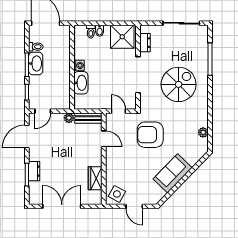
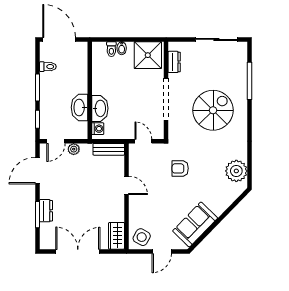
washbasin: (36, 63) -> (80, 107), moved, turned 180
washing machine: (79, 65) -> (98, 129), moved
plant: (69, 118) -> (74, 149), moved
plant: (203, 132) -> (236, 171), width x1.87, depth x1.87
armchair: (150, 135) -> (180, 168), width x0.53, depth x0.53
door: (104, 139) -> (126, 185), moved
sofa: (173, 173) -> (195, 224), moved
wardrobe: (95, 178) -> (117, 236), moved
door: (134, 206) -> (162, 251), hinge flipped

